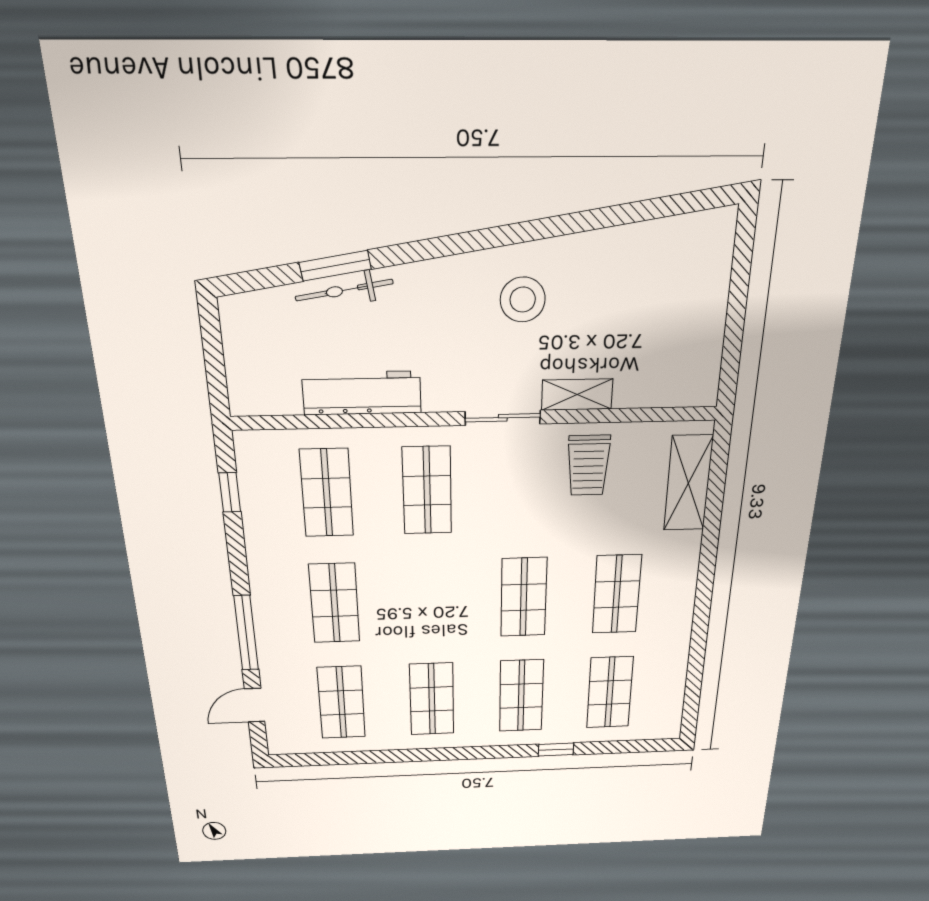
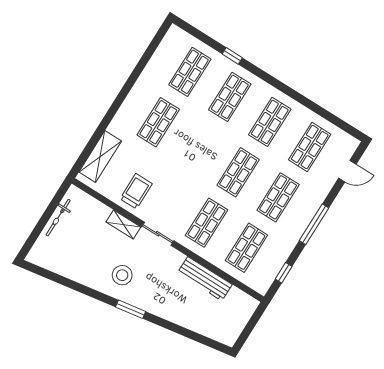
window: (335, 266) -> (131, 309), moved
bicycle: (344, 290) -> (58, 218), moved, turned 99
shop shelf: (524, 597) -> (238, 172), moved
window: (246, 633) -> (314, 224), moved

